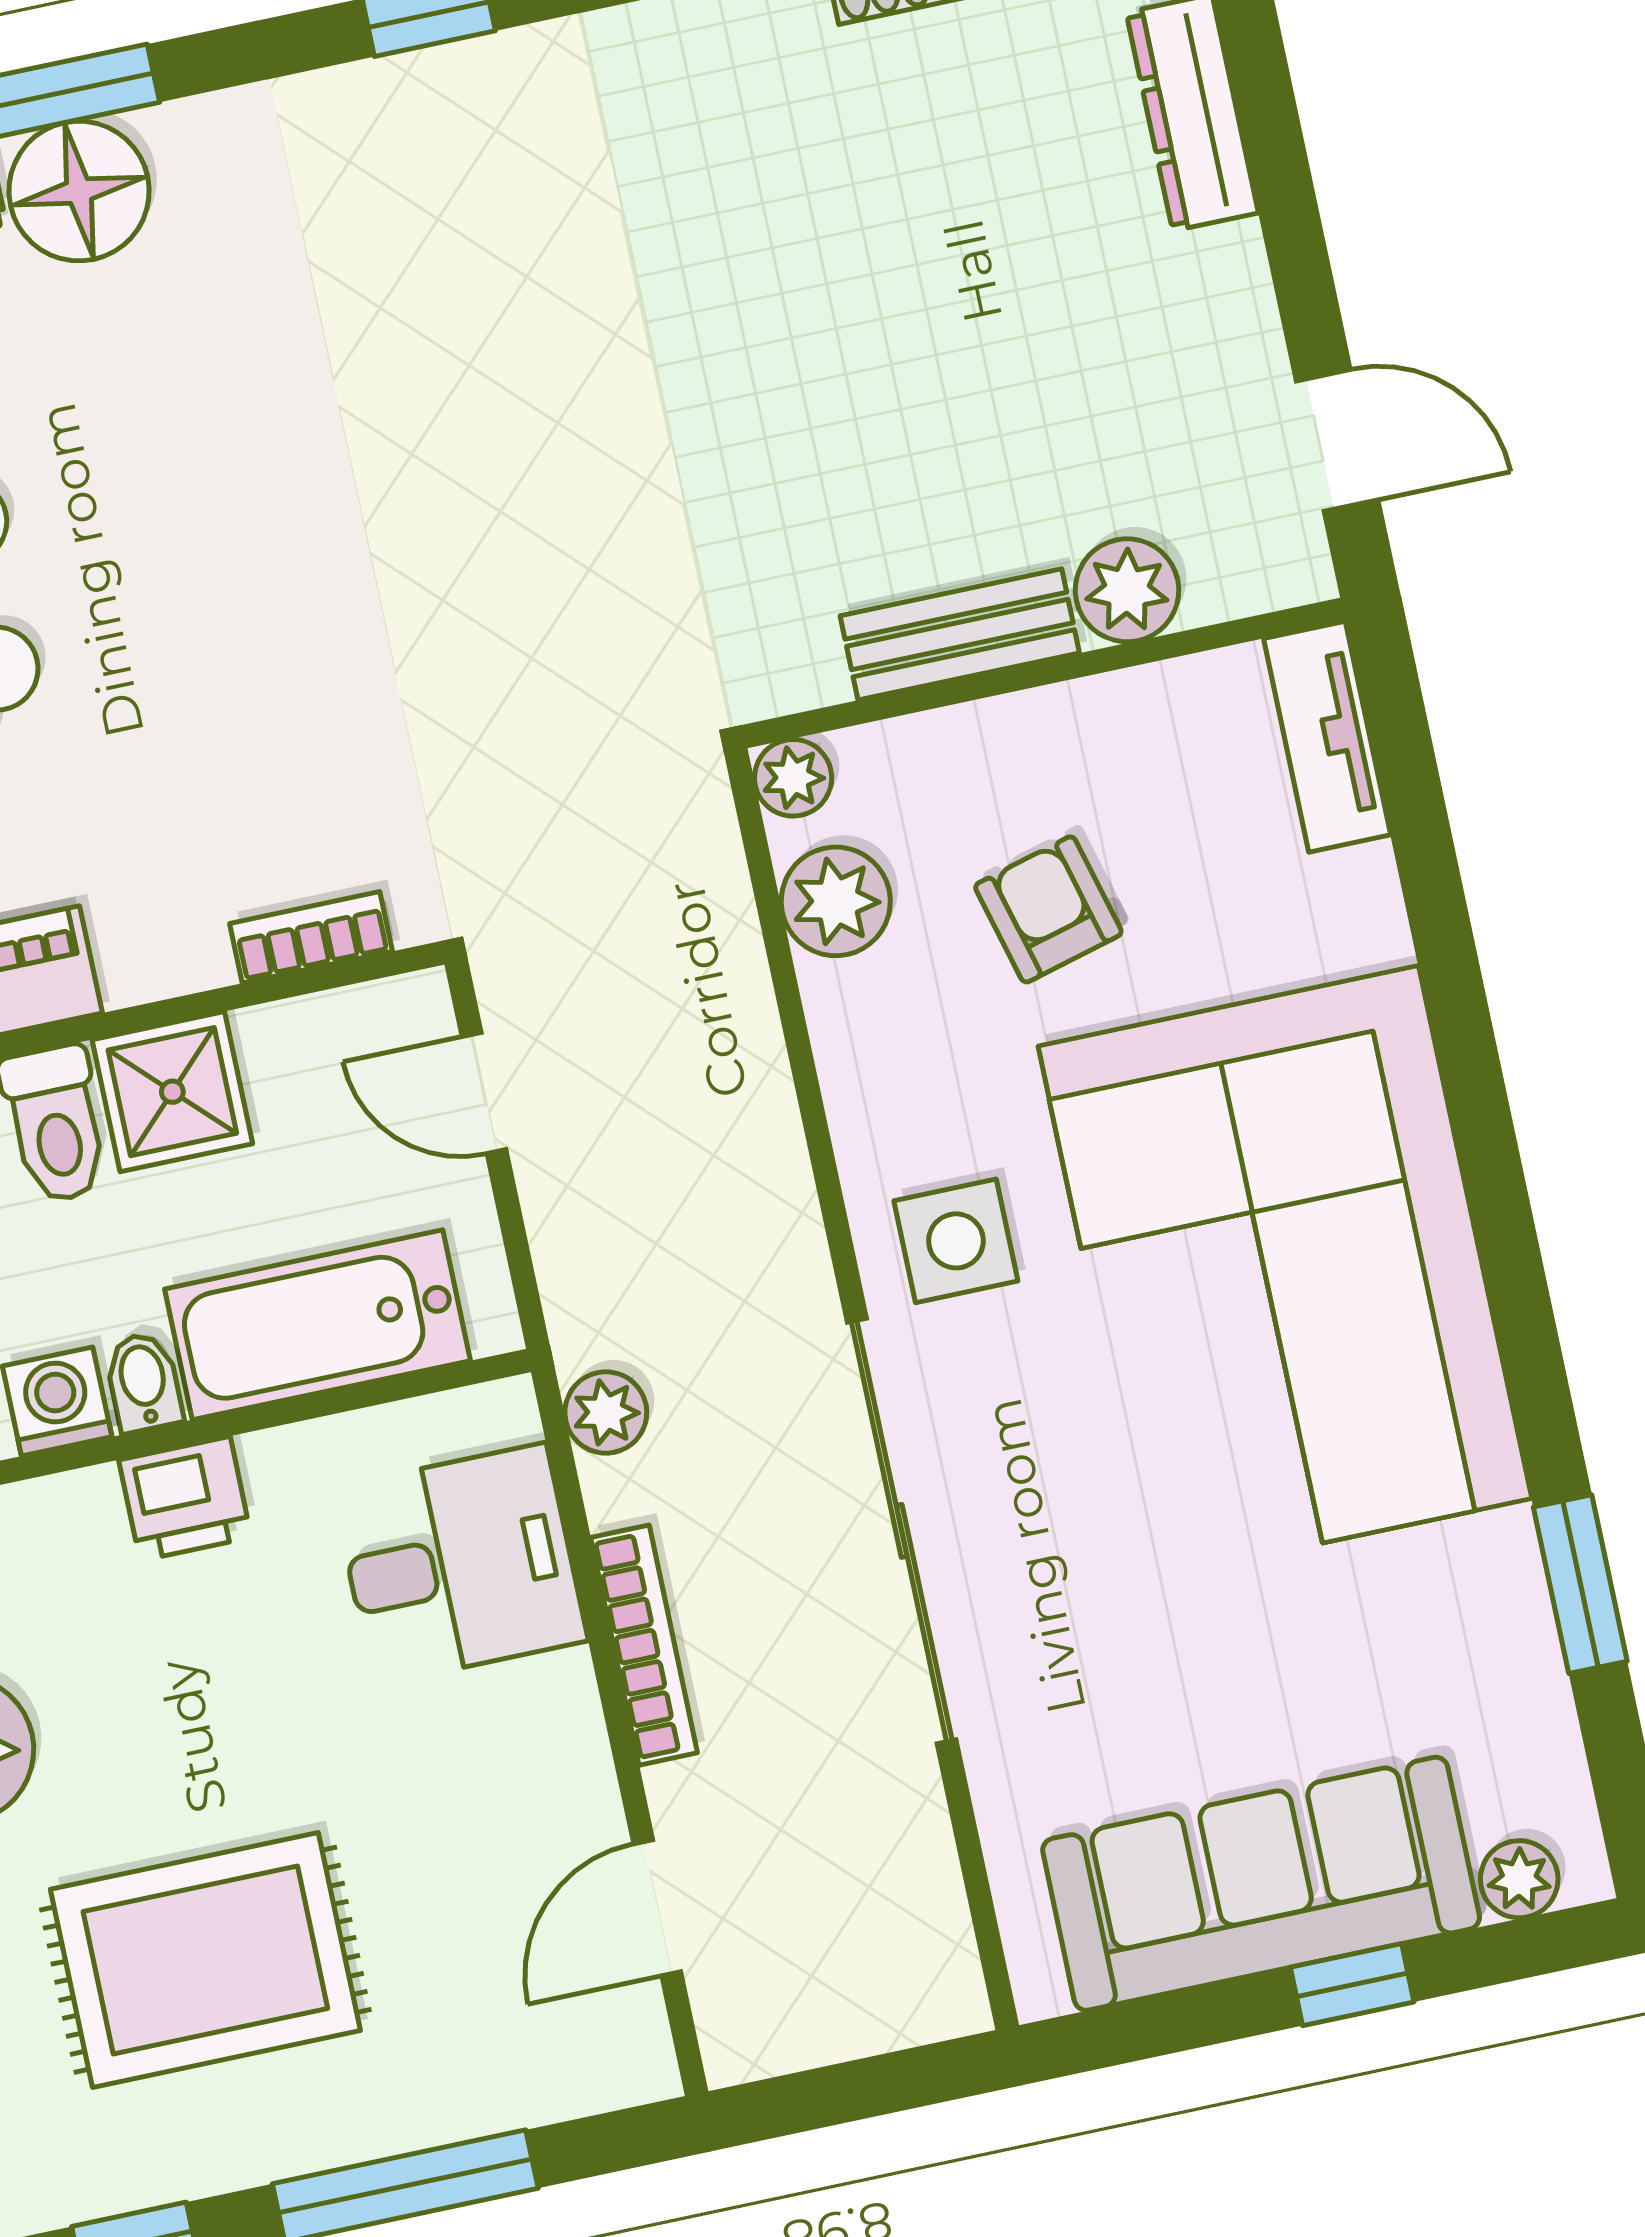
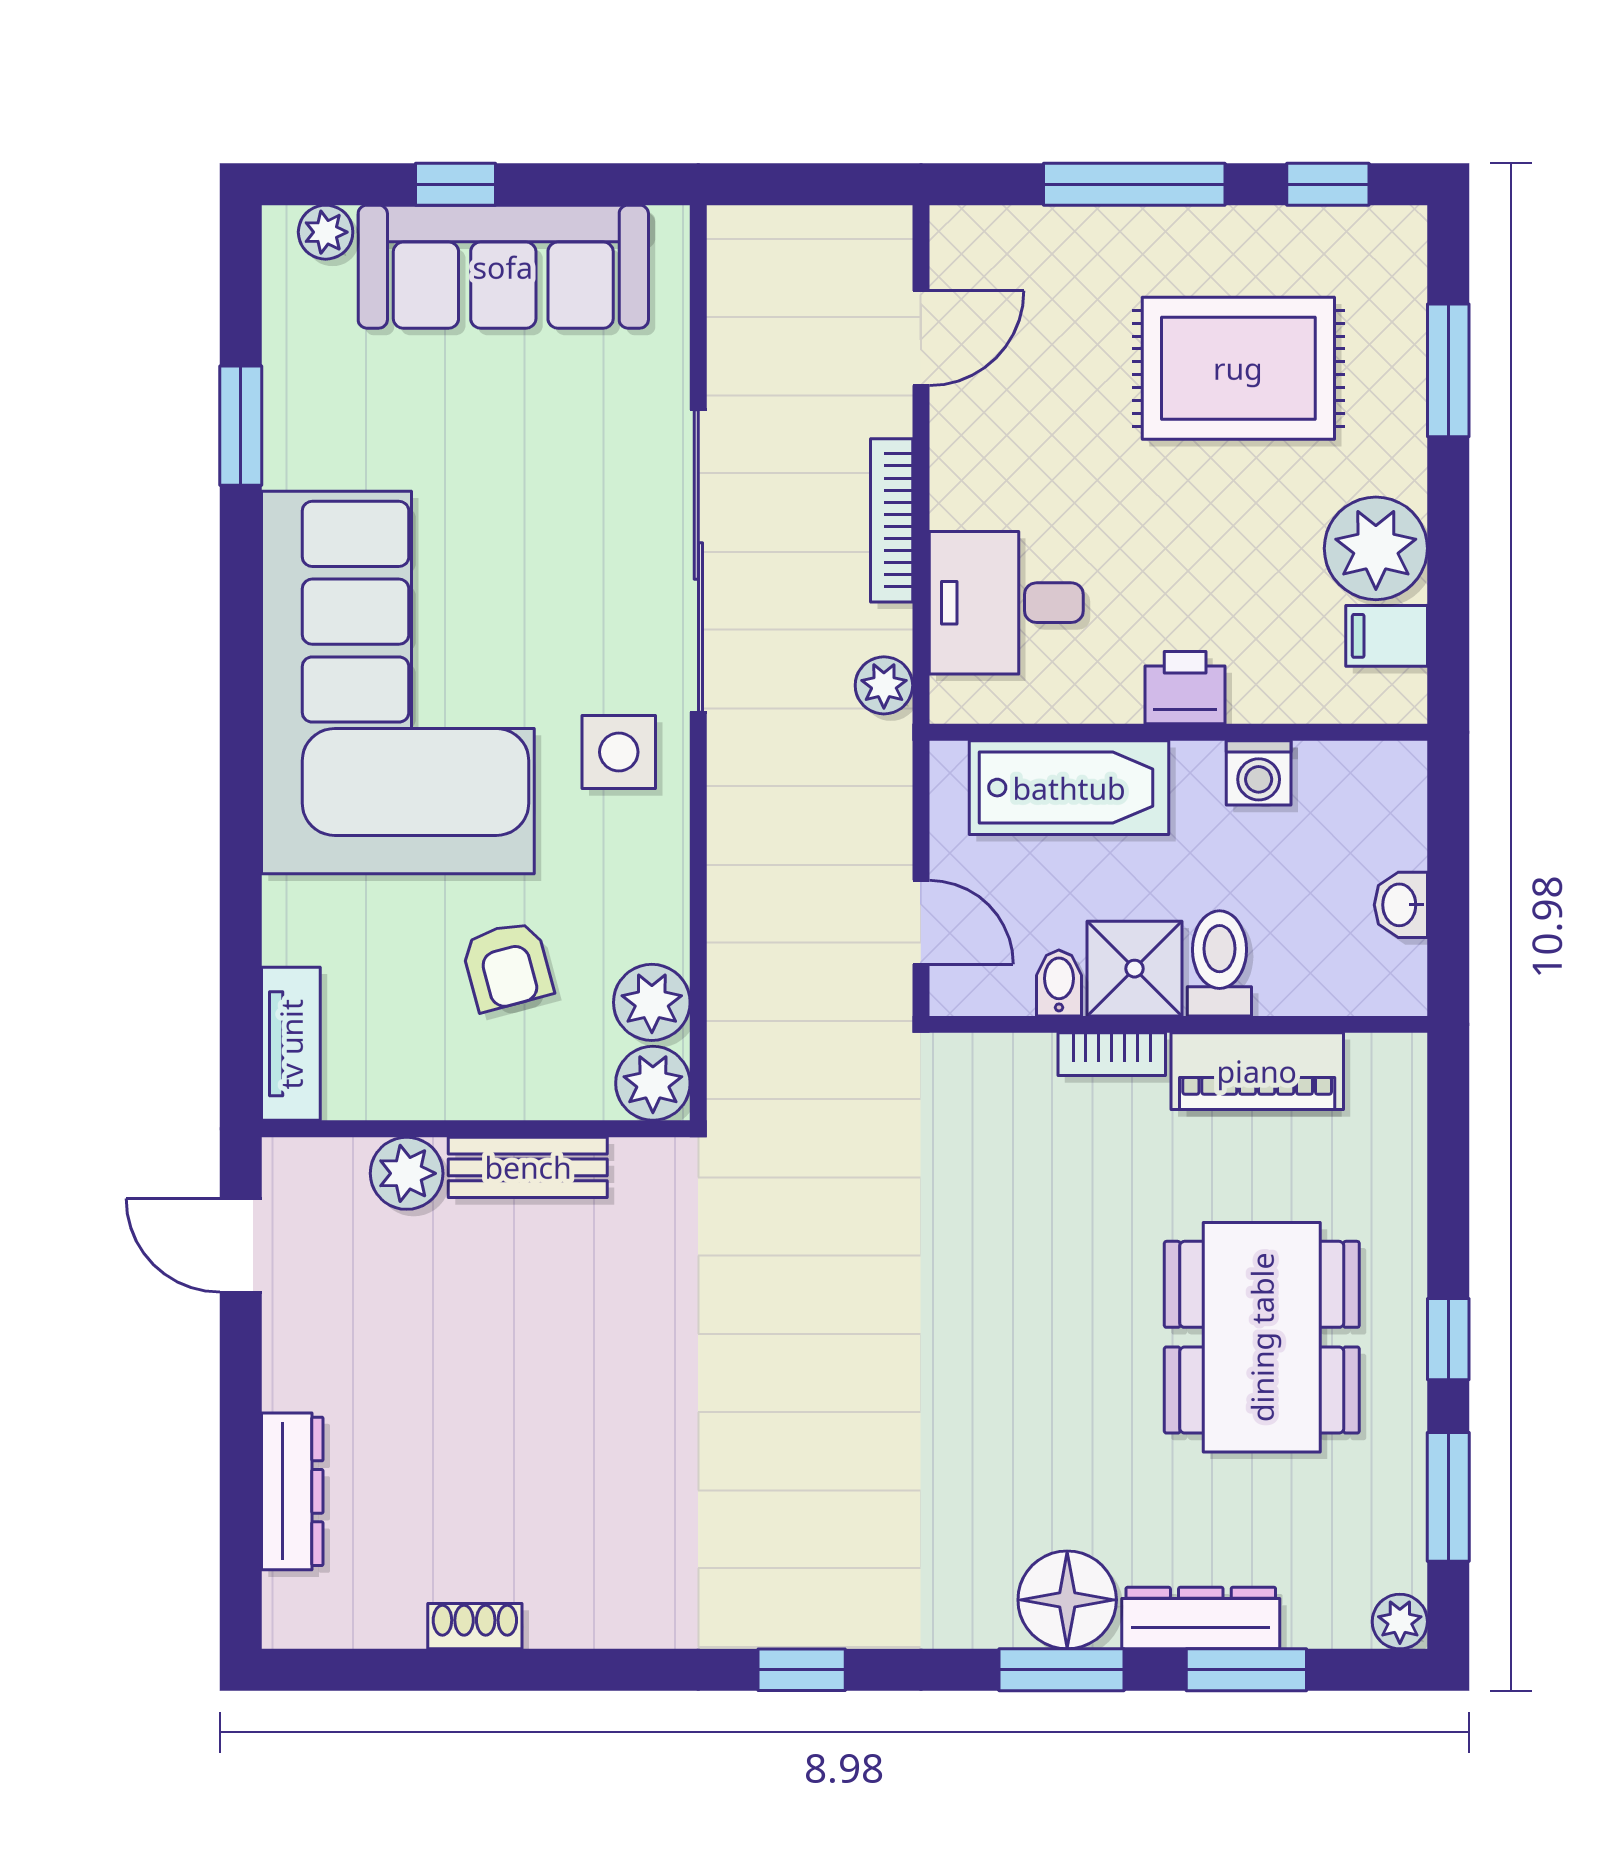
plant: (793, 778) -> (653, 1083), width x1.38, depth x1.38
bookcase: (311, 937) -> (1112, 1054), moved
bidet: (144, 1382) -> (1059, 983), moved, turned 180

